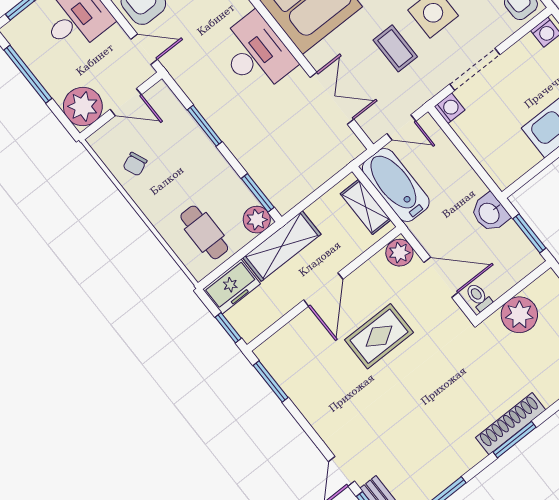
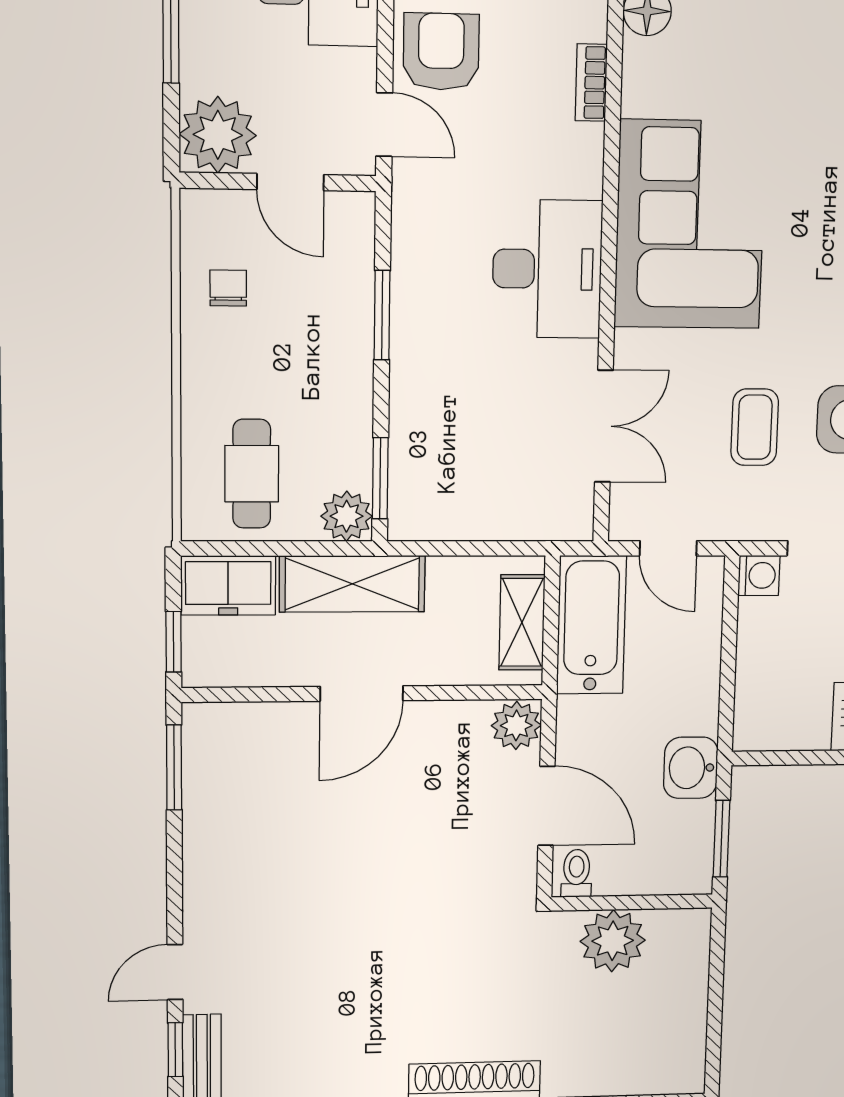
chair: (135, 164) -> (228, 288), turned 113
rug: (379, 336) -> (388, 822), removed

